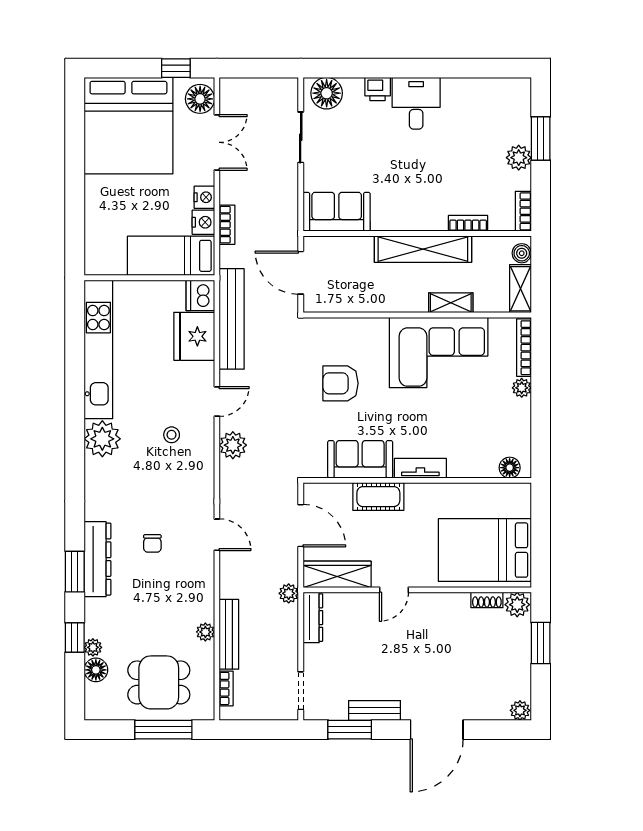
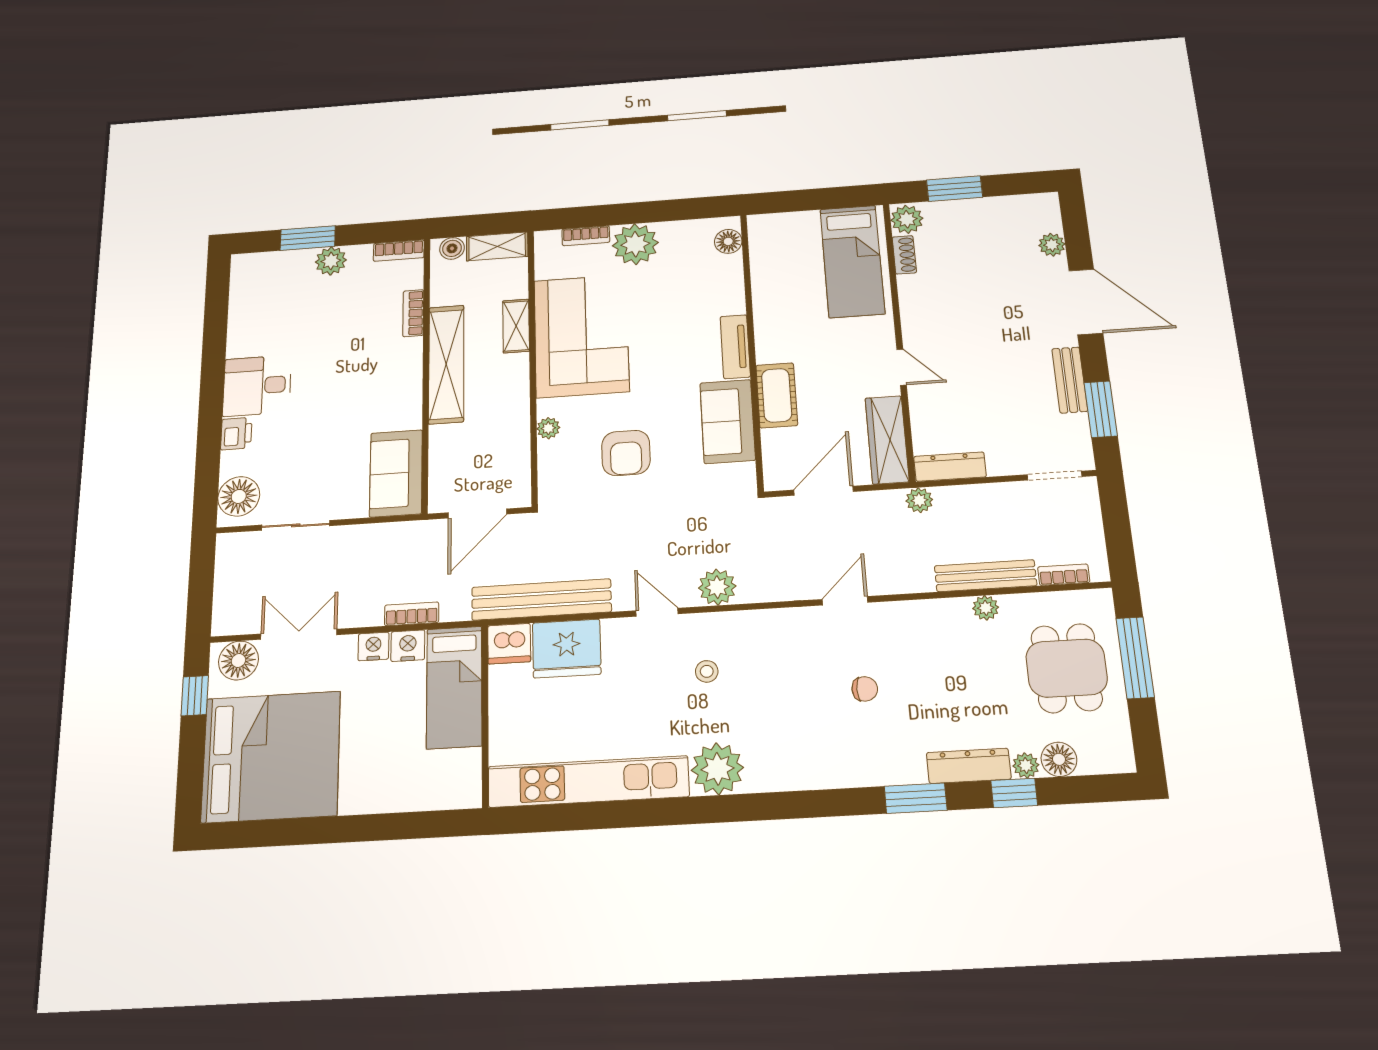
plant: (365, 326) -> (548, 428), added
bookcase: (524, 348) -> (586, 236), width x0.64
plant: (522, 388) -> (635, 244), width x1.87, depth x1.87
bed: (485, 550) -> (852, 261), width x0.67
dresser: (97, 559) -> (969, 766), moved, width x0.73, depth x0.80
plant: (520, 710) -> (1052, 245), moved

